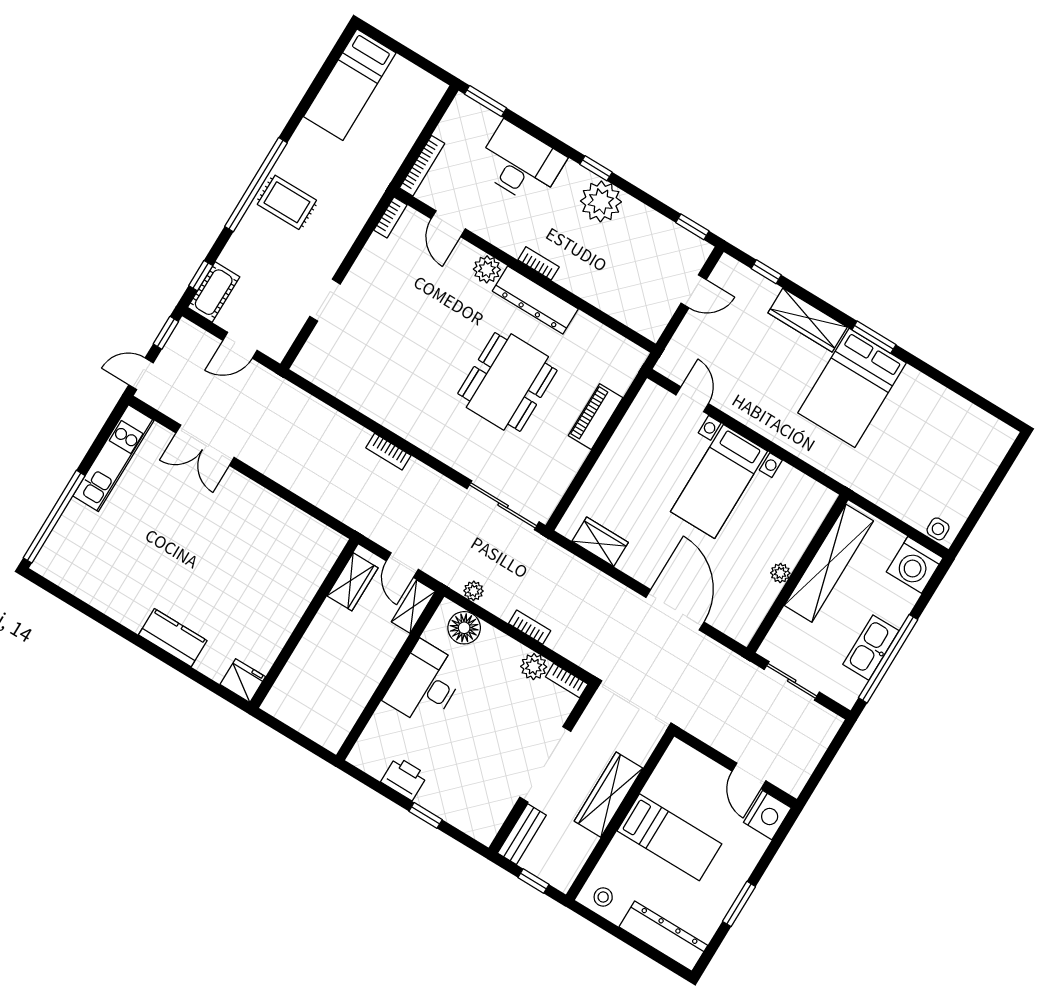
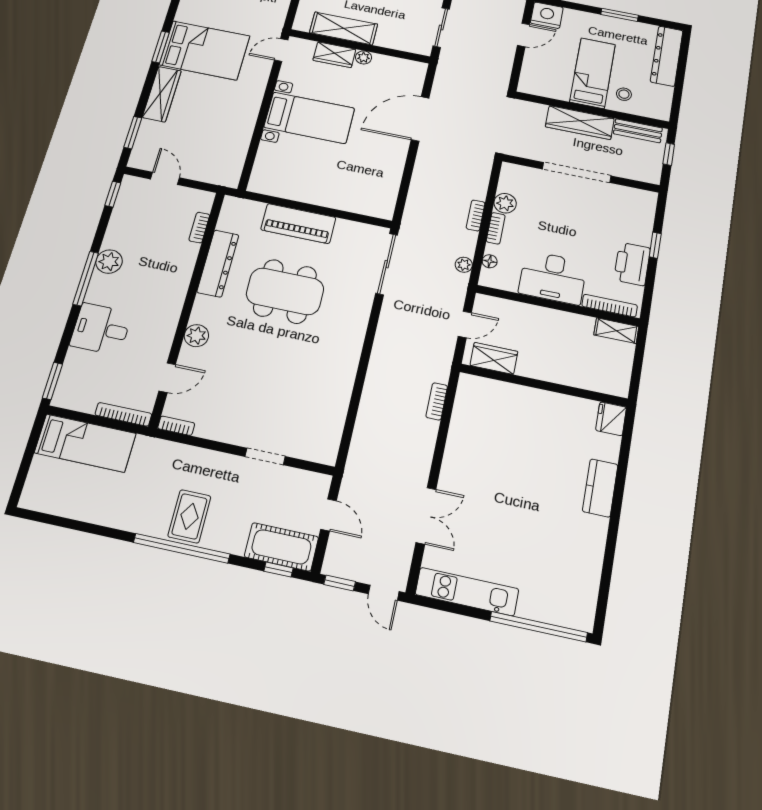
bed: (350, 85) -> (85, 443), moved
desk: (521, 163) -> (101, 329), width x0.73
window: (596, 168) -> (86, 279), width x2.17
plant: (601, 201) -> (109, 262), width x0.73, depth x0.73
bookcase: (539, 263) -> (199, 228), moved
window: (766, 272) -> (133, 133), width x1.50
cot: (214, 292) -> (281, 547), width x1.37, depth x1.34
dresser: (535, 300) -> (218, 263), moved
door: (692, 399) -> (281, 50), moved
piano: (596, 417) -> (298, 224), width x1.37, depth x1.33
bookcase: (388, 452) -> (437, 401), moved, turned 180
wardrobe: (600, 542) -> (334, 55), moved, turned -90
shelving: (829, 563) -> (344, 28), width x0.68
shelving: (413, 607) -> (616, 331), moved
floor lamp: (464, 628) -> (490, 261), width x0.53, depth x0.53
bookcase: (567, 681) -> (496, 228), moved
bookcase: (371, 733) -> (610, 306), added
printer: (404, 778) -> (632, 264), width x1.37, depth x1.19
bench: (522, 834) -> (638, 131), moved
stool: (603, 897) -> (624, 94), moved

